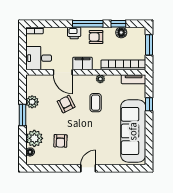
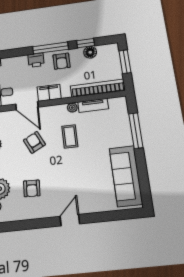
armchair: (96, 37) -> (62, 61), turned -90
tv unit: (134, 79) -> (93, 105), moved
window: (149, 104) -> (136, 131), width x2.17
sofa: (133, 131) -> (126, 176), width x0.74, depth x0.79

